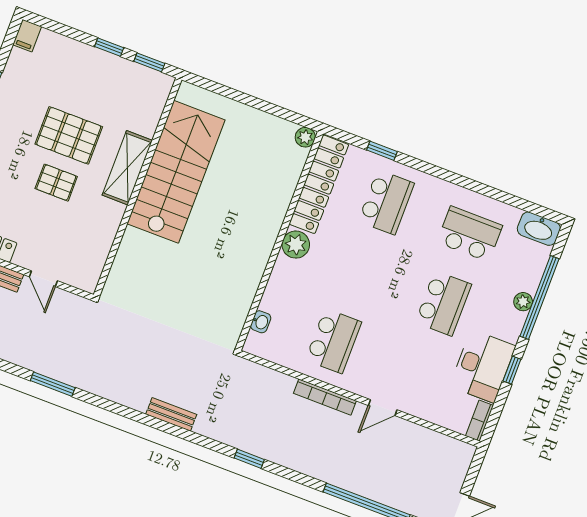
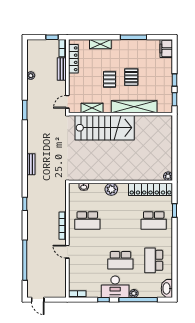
filing cabinet: (27, 36) -> (166, 48), width x2.00
pallet: (69, 135) -> (131, 77), width x0.67, depth x0.71
shelving: (127, 168) -> (134, 107), width x1.47
stairs: (176, 172) -> (105, 128), moved
school desk: (470, 234) -> (154, 260), turned 180
shelving: (102, 242) -> (92, 108), added
plant: (296, 245) -> (111, 189), moved
door: (43, 279) -> (67, 102), moved
desk: (483, 366) -> (115, 287), moved

